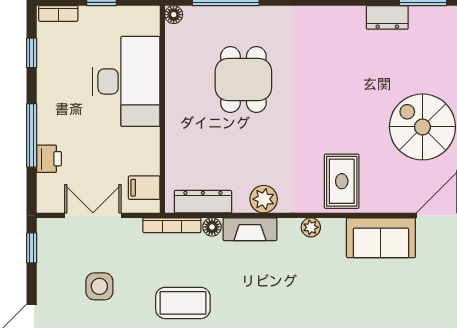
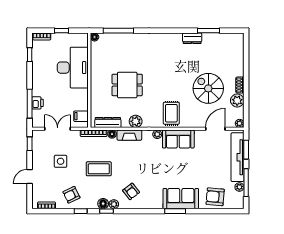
dining table: (243, 80) -> (127, 85), moved, turned 90
window: (32, 135) -> (30, 104), moved
sofa: (381, 238) -> (178, 139), moved

